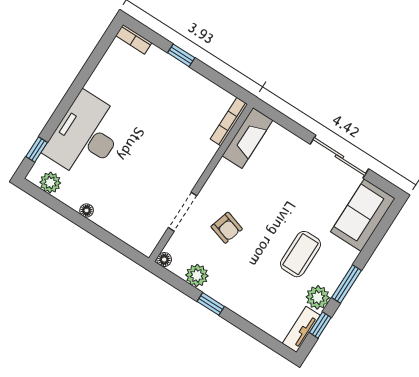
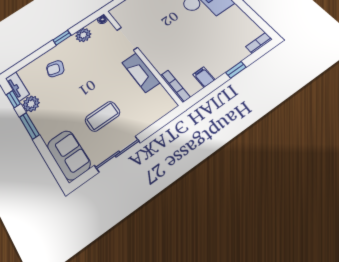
filing cabinet: (204, 91) -> (204, 77), added
fireplace: (247, 138) -> (141, 72), moved
armchair: (227, 228) -> (55, 69), moved
coffee table: (300, 254) -> (102, 116), moved, turned 90

